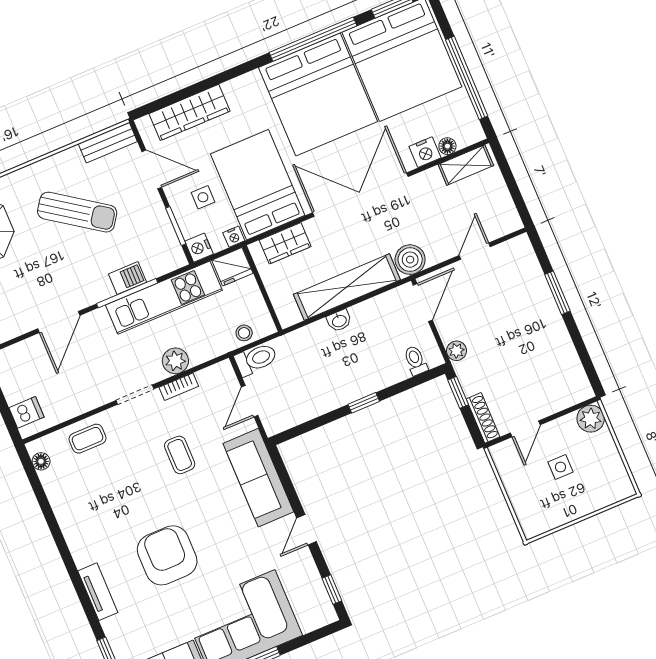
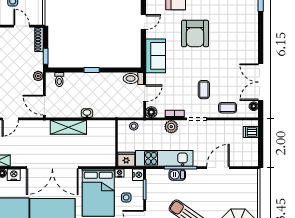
wardrobe: (285, 243) -> (97, 160), removed
boiler: (410, 260) -> (42, 128), removed
shelving: (347, 287) -> (68, 127), width x0.68
door: (423, 303) -> (44, 105), hinge flipped
toilet: (256, 359) -> (133, 79), moved
floor lamp: (223, 372) -> (151, 112), added
door: (525, 429) -> (22, 26), hinge flipped
coffee table: (180, 455) -> (204, 90), moved
sofa: (258, 478) -> (156, 56), width x0.73
double door: (47, 511) -> (261, 82), added
armchair: (167, 555) -> (195, 34), moved
tv unit: (98, 592) -> (253, 34), removed

